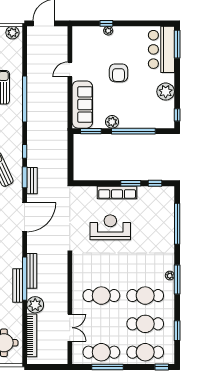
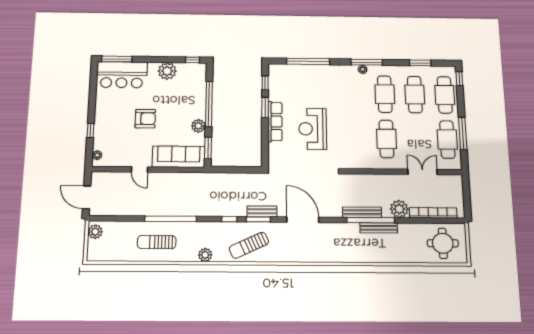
plant: (108, 31) -> (97, 155), moved

